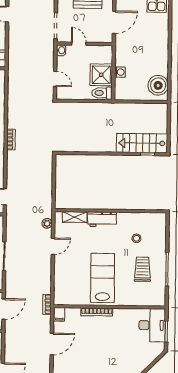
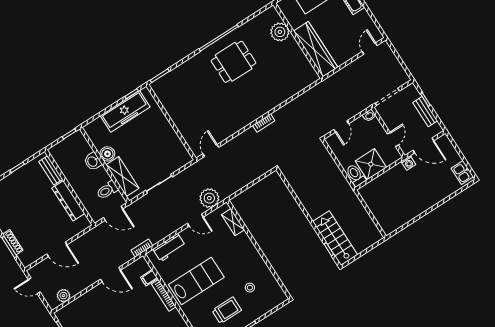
door: (79, 44) -> (393, 139), moved
washing machine: (120, 72) -> (408, 163), moved
boiler: (158, 85) -> (394, 219), removed
workbench: (102, 219) -> (169, 248), moved, turned -90
plant: (47, 223) -> (209, 198), width x1.87, depth x1.87
filing cabinet: (59, 314) -> (149, 278), moved

